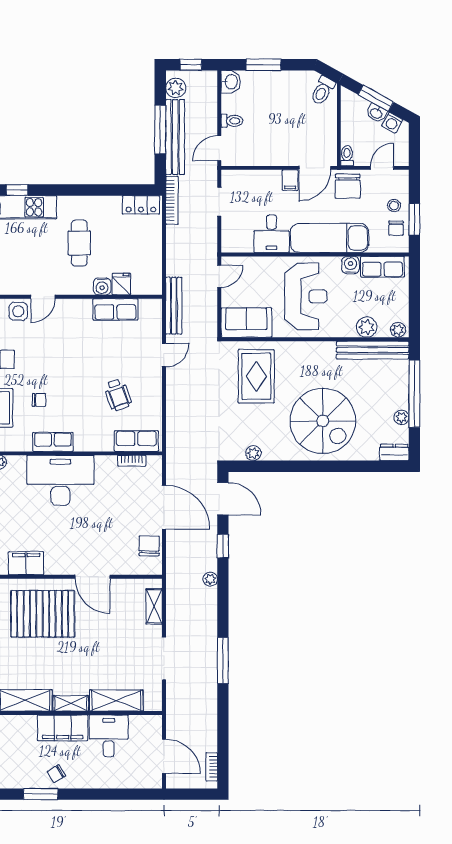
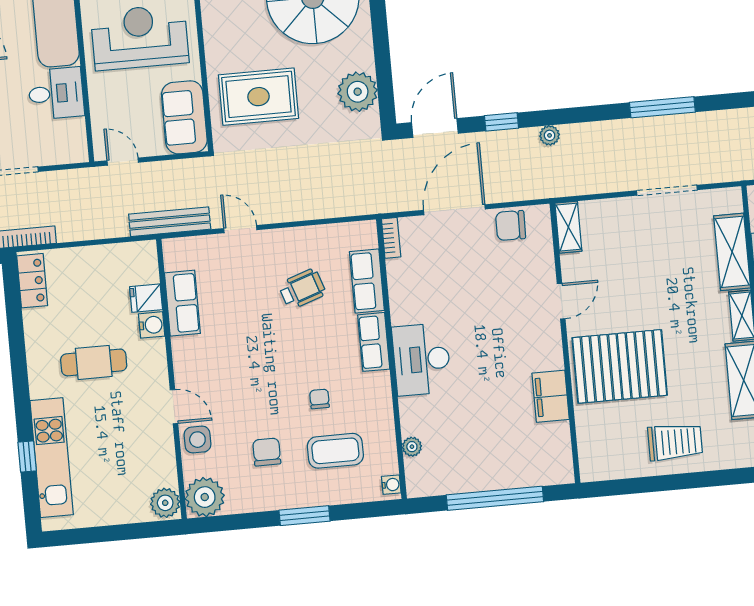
row of seats: (136, 441) -> (367, 281), moved
row of seats: (53, 442) -> (374, 342), moved
plant: (253, 453) -> (358, 92), width x1.87, depth x1.87
bookcase: (132, 461) -> (391, 238), moved
desk: (60, 480) -> (422, 359), width x0.73, depth x0.77
door: (92, 577) -> (561, 301), width x0.73
shelving: (154, 606) -> (568, 227), moved, turned 90
pallet: (43, 614) -> (620, 366), turned 90

